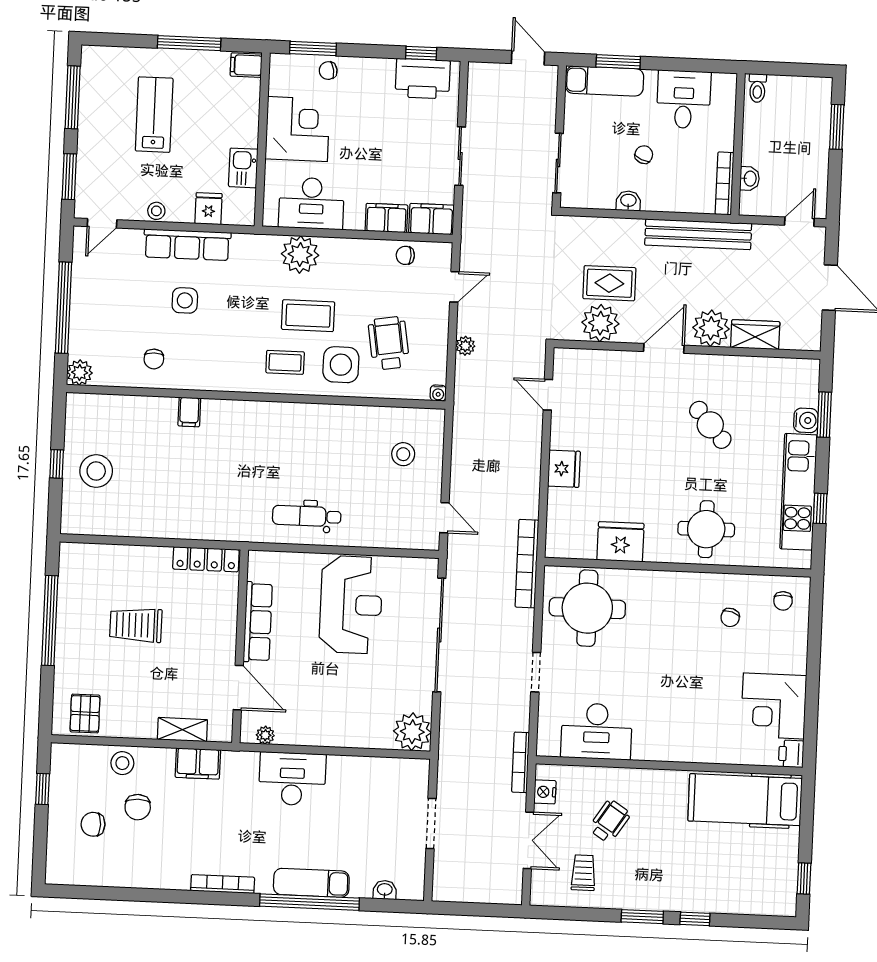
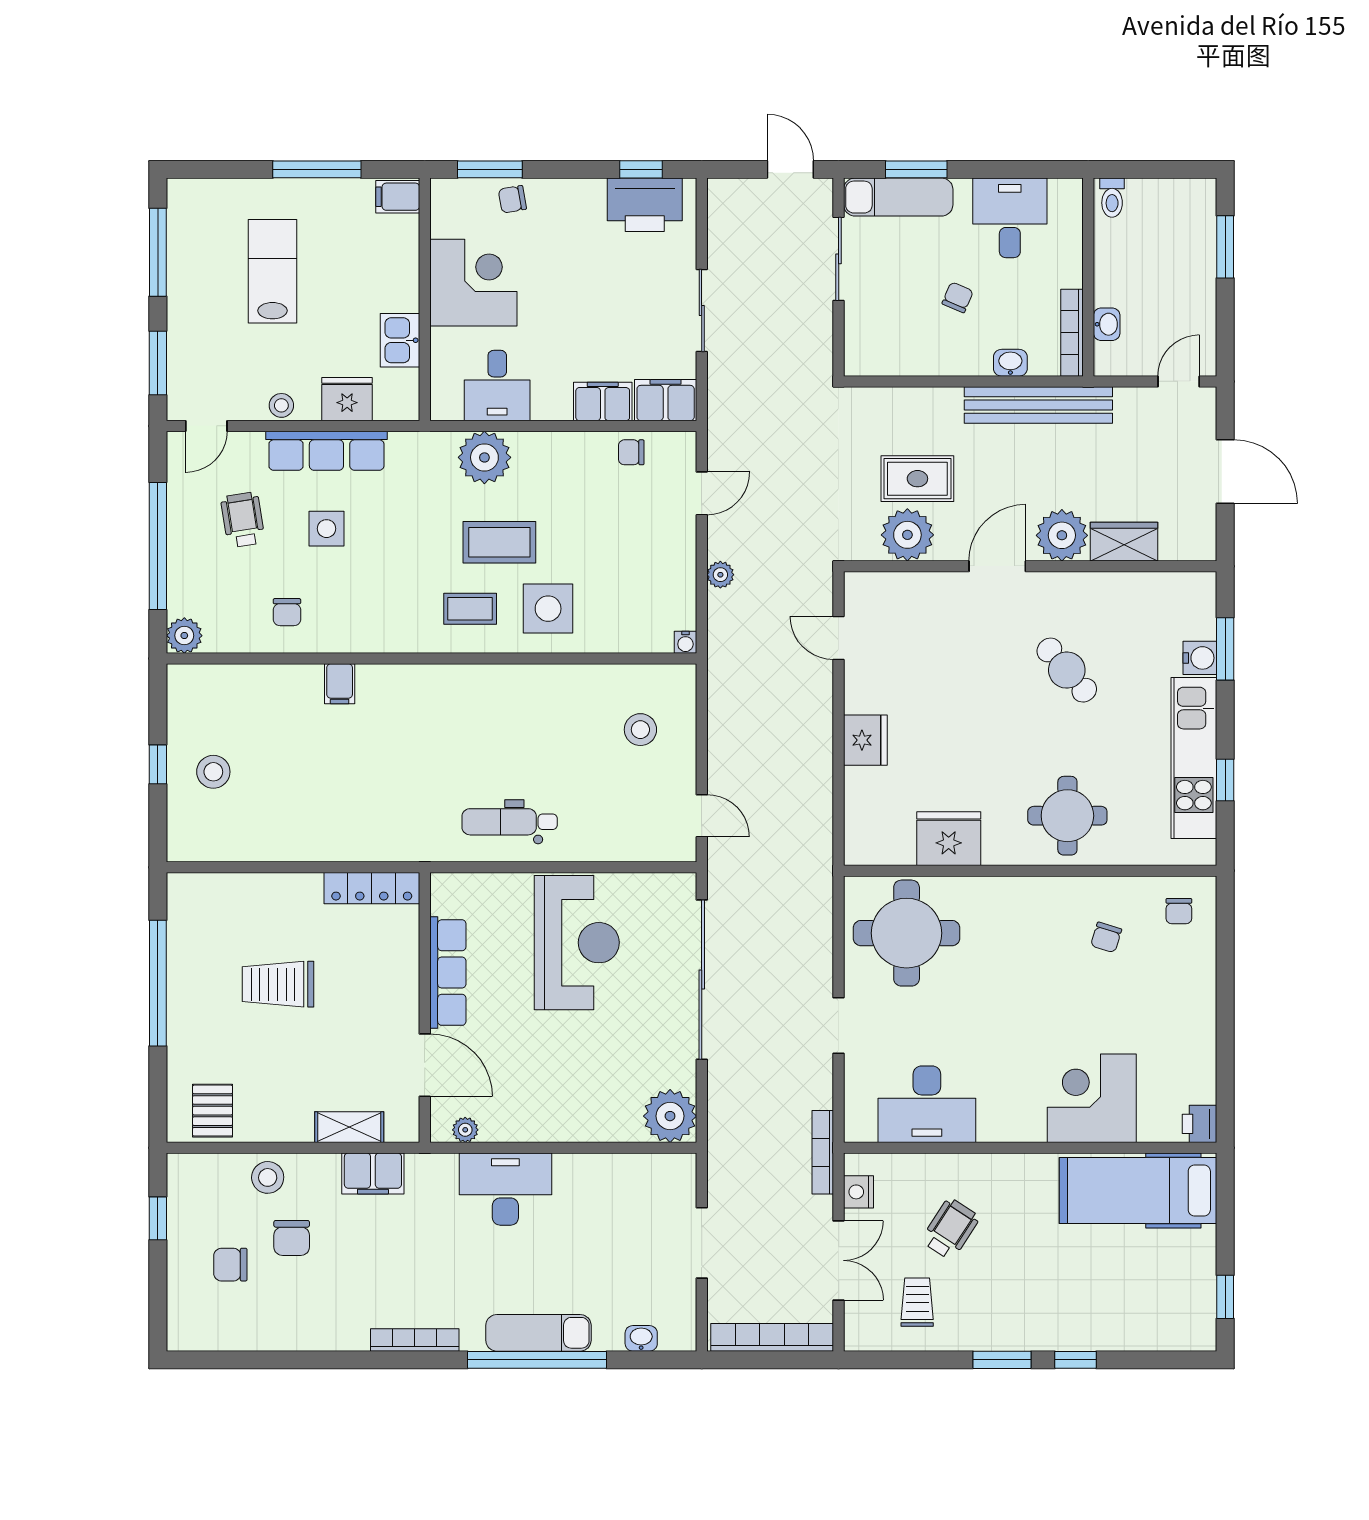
sliding door: (558, 163) -> (839, 259), moved
washbasin: (628, 201) -> (1010, 363), moved
desk: (311, 203) -> (497, 386), width x0.73
fridge: (209, 209) -> (347, 399), width x1.38
wheelchair: (389, 343) -> (243, 520), moved, width x0.73, depth x0.73
stool: (96, 471) -> (213, 772), width x0.73, depth x0.73
bookcase: (527, 564) -> (772, 1337), moved, turned 90
corner desk: (774, 706) -> (1092, 1098), moved, turned 90

